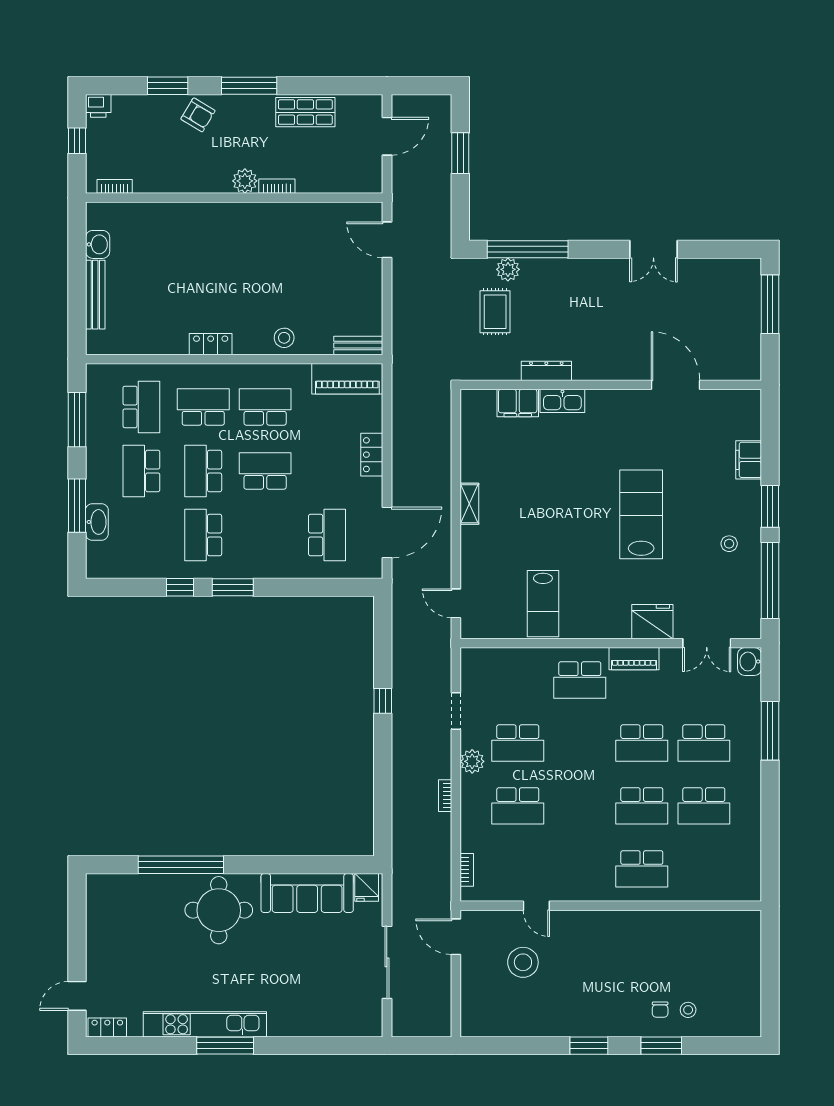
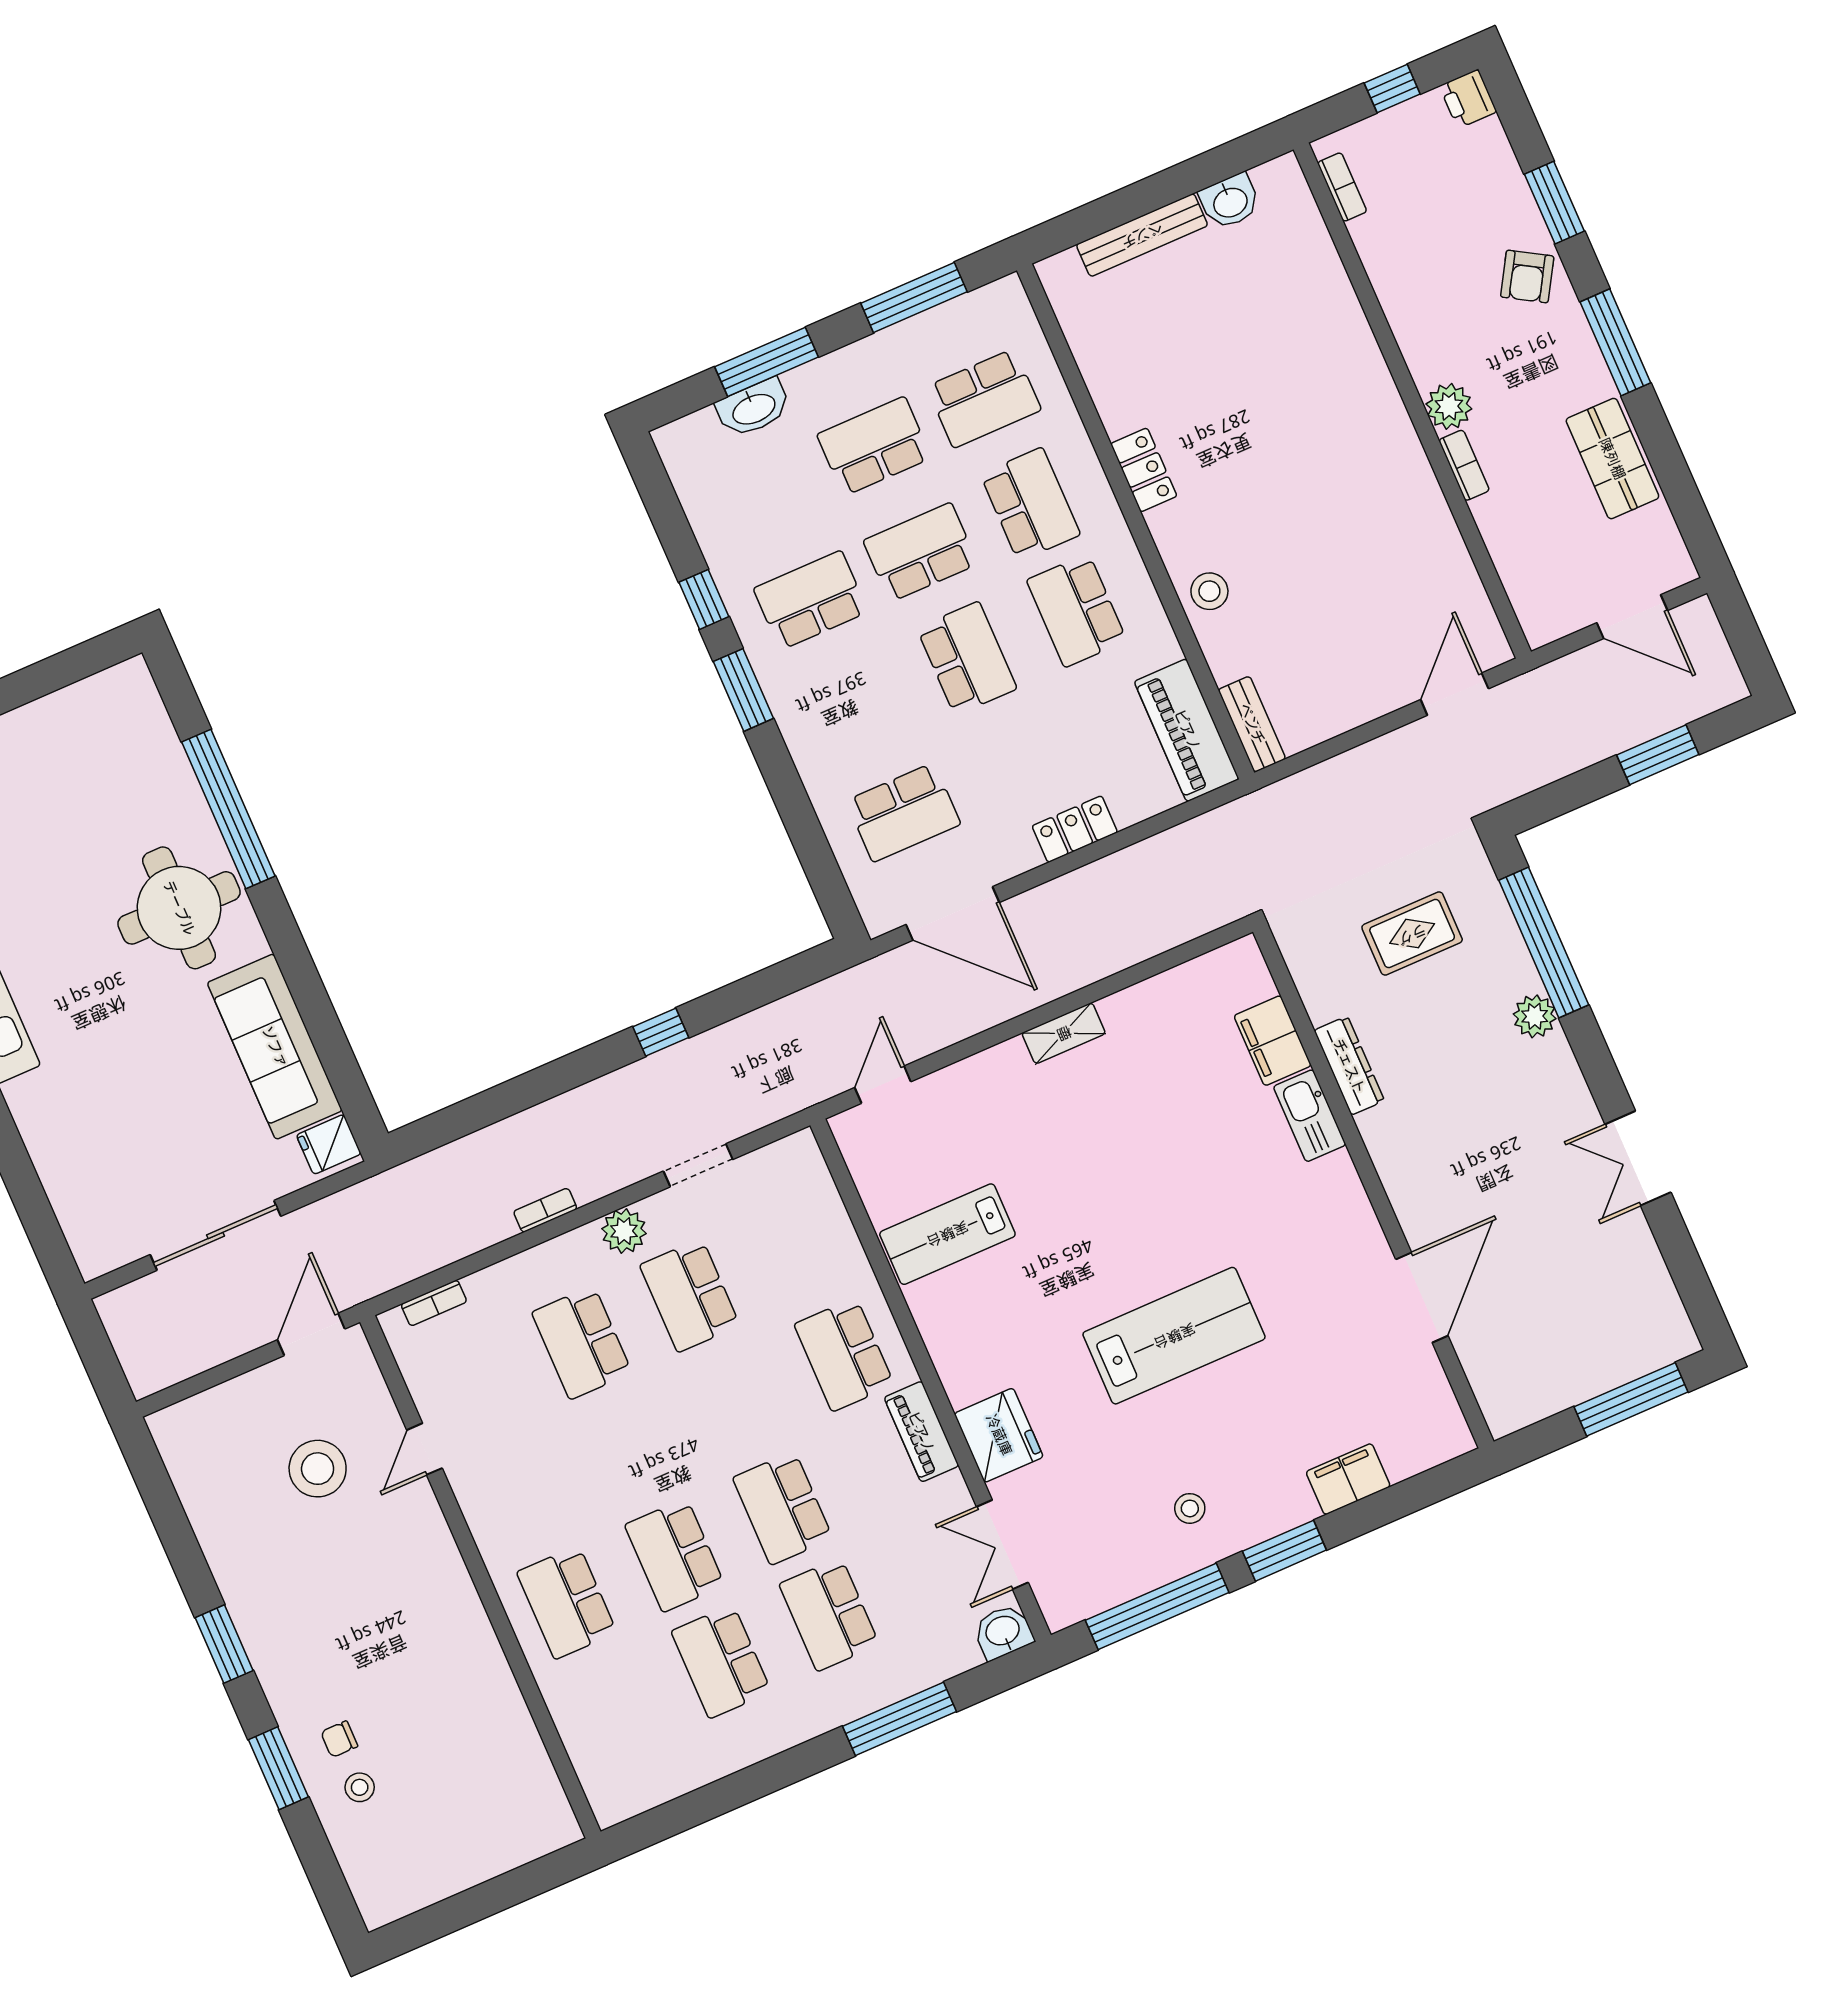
plant: (508, 269) -> (1535, 1016), moved
school desk: (265, 407) -> (1077, 610), turned 180

